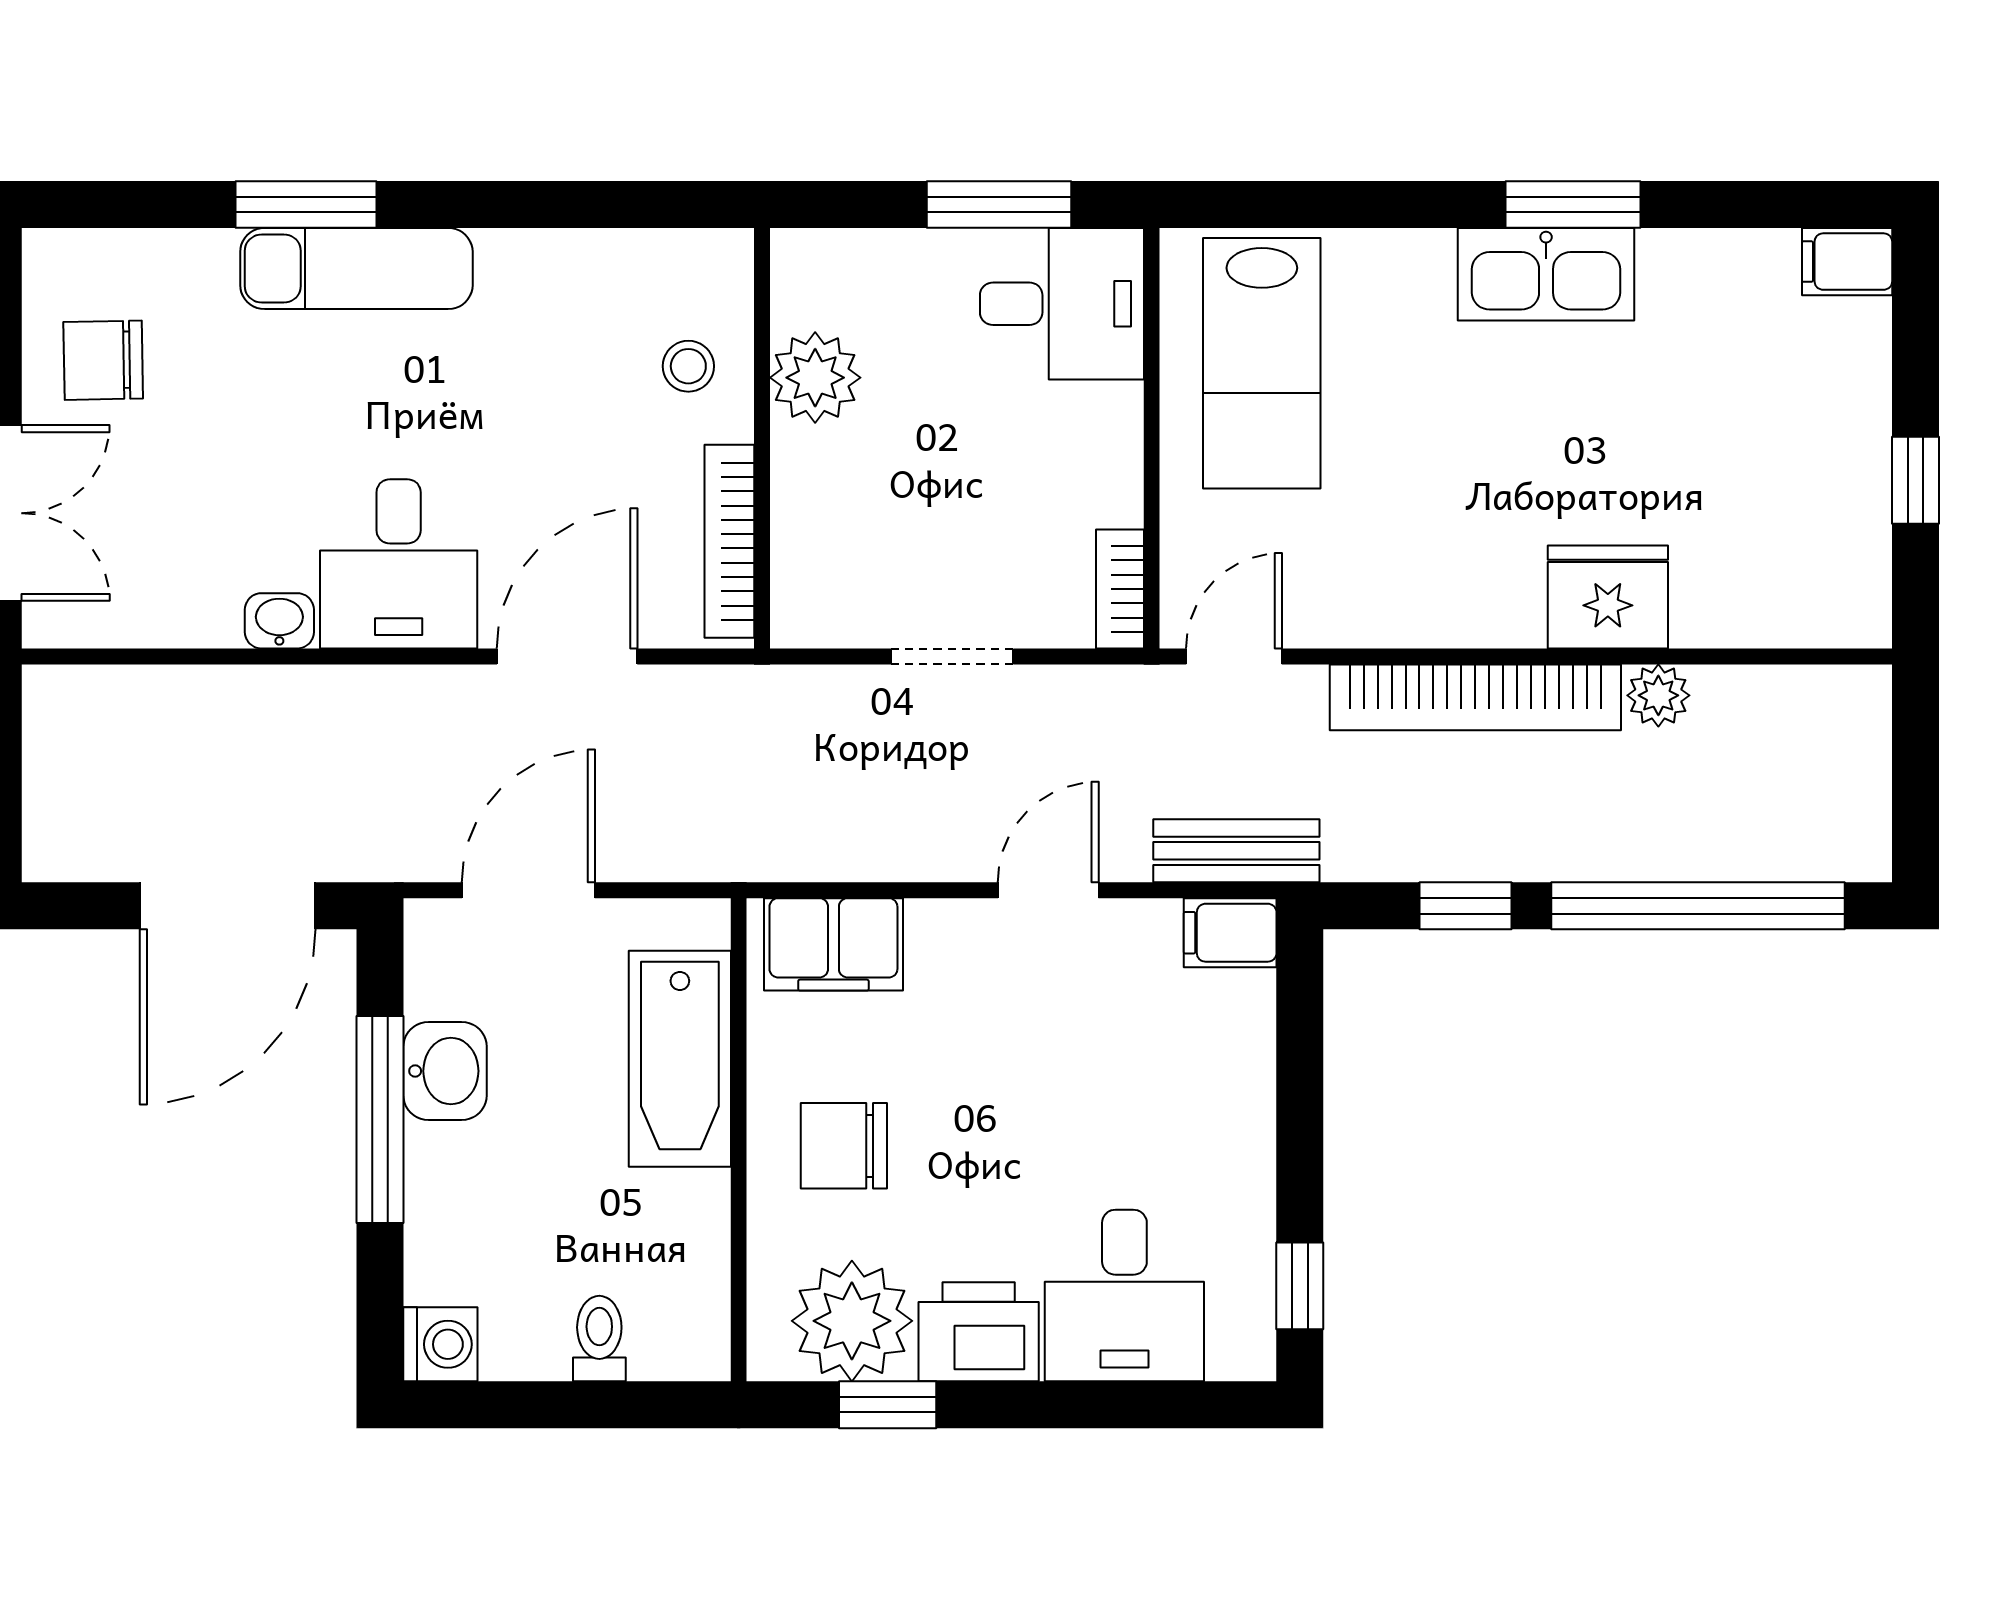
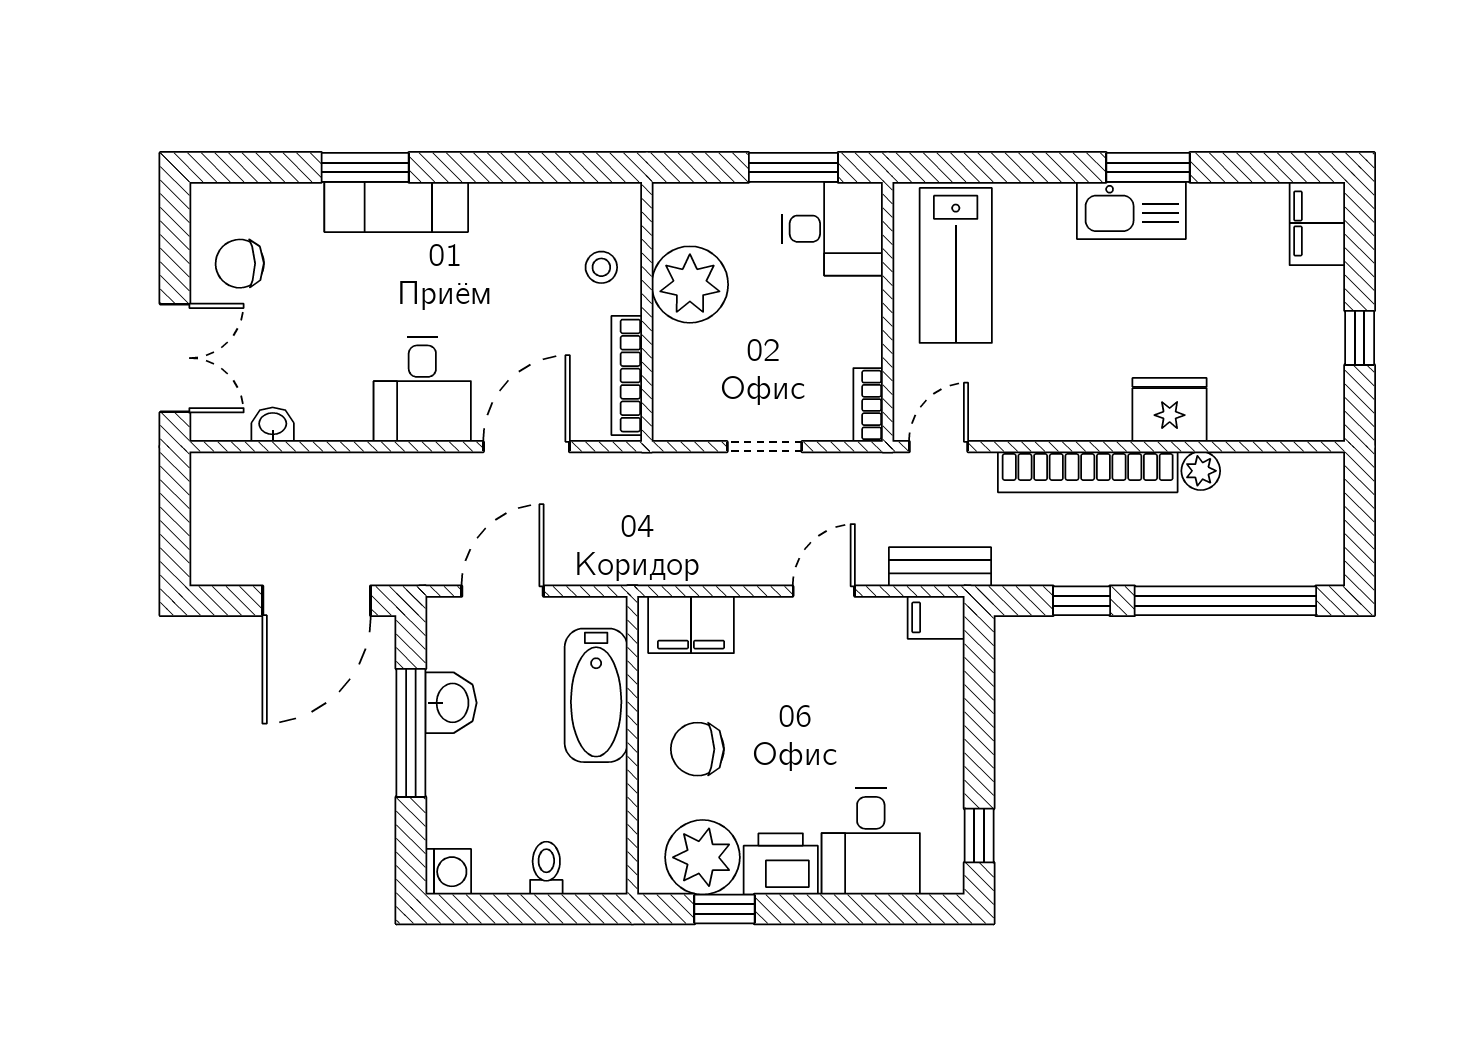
filing cabinet: (1847, 262) -> (1317, 223), width x2.00
plant: (815, 378) -> (690, 285), width x1.36, depth x1.36
washbasin: (279, 621) -> (273, 425), moved

